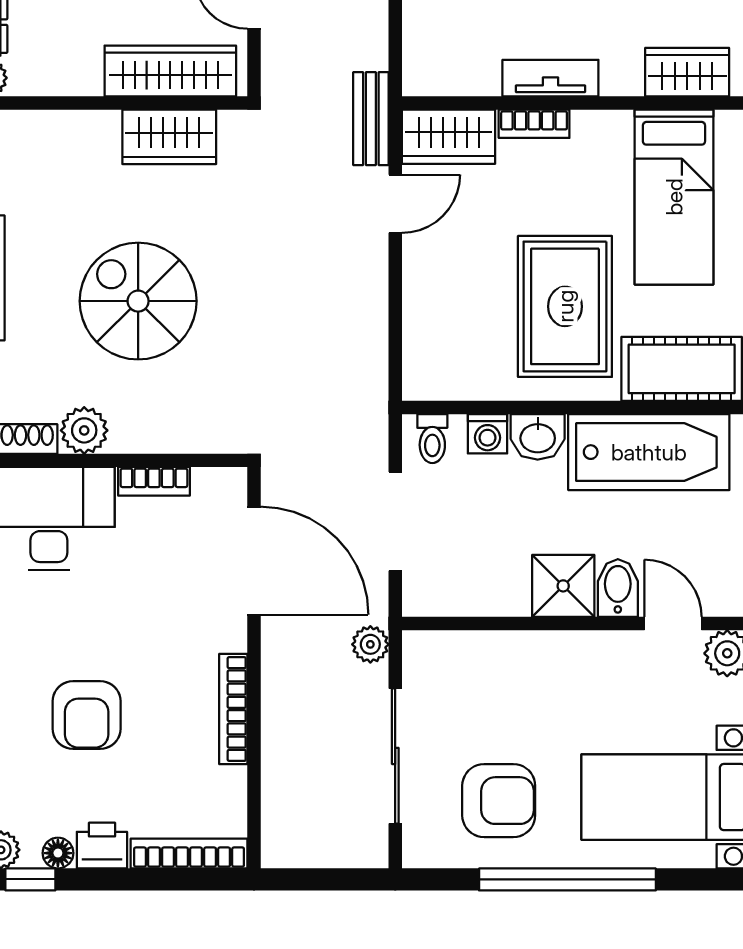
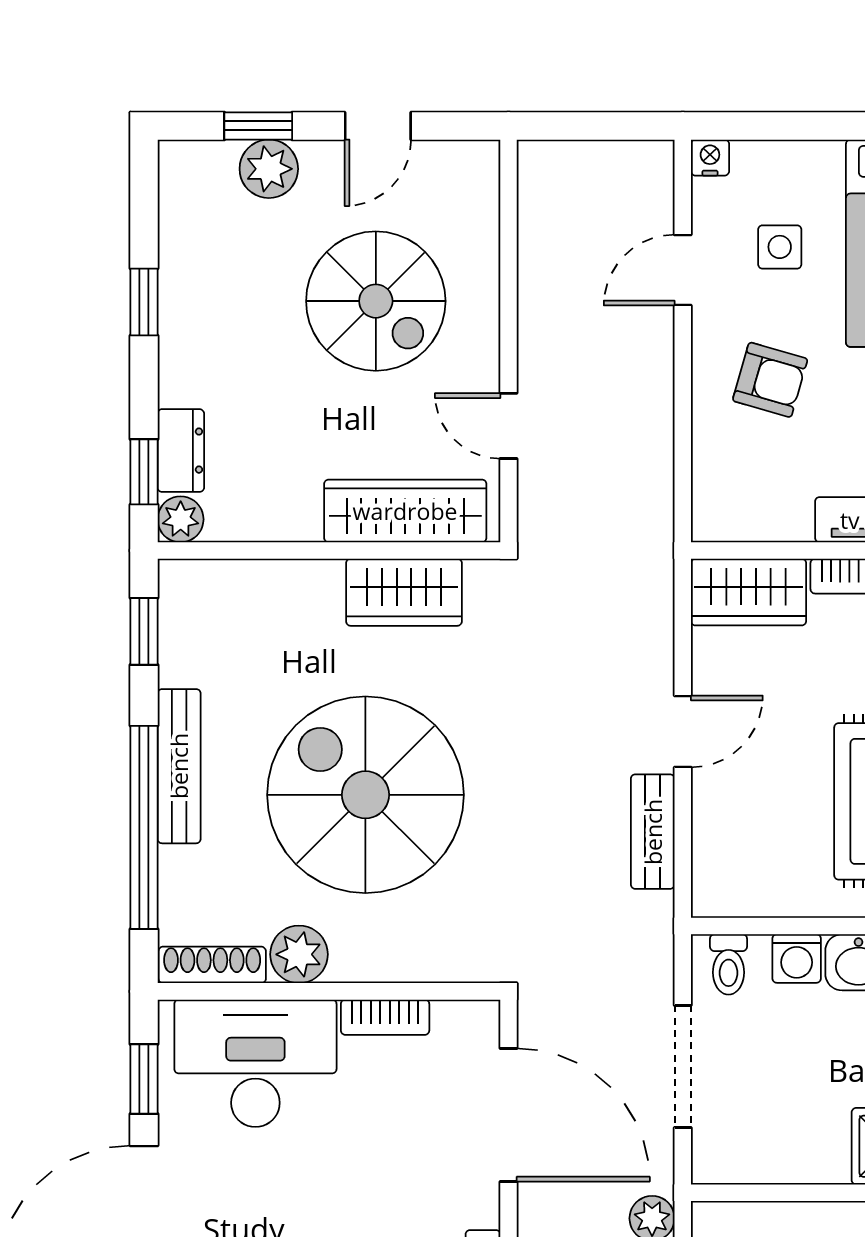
bench: (371, 119) -> (653, 832), moved
door: (395, 204) -> (683, 731), moved
spiral stairs: (138, 301) -> (365, 795), width x1.37, depth x1.37

